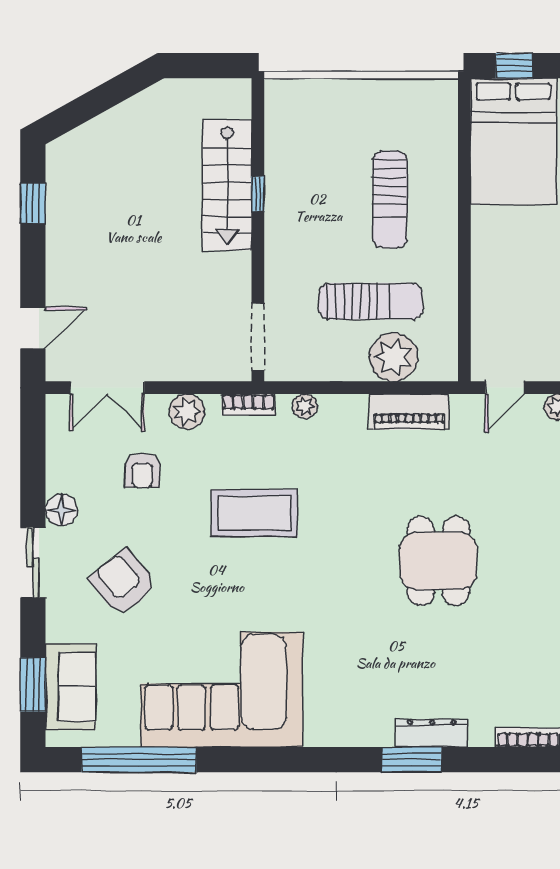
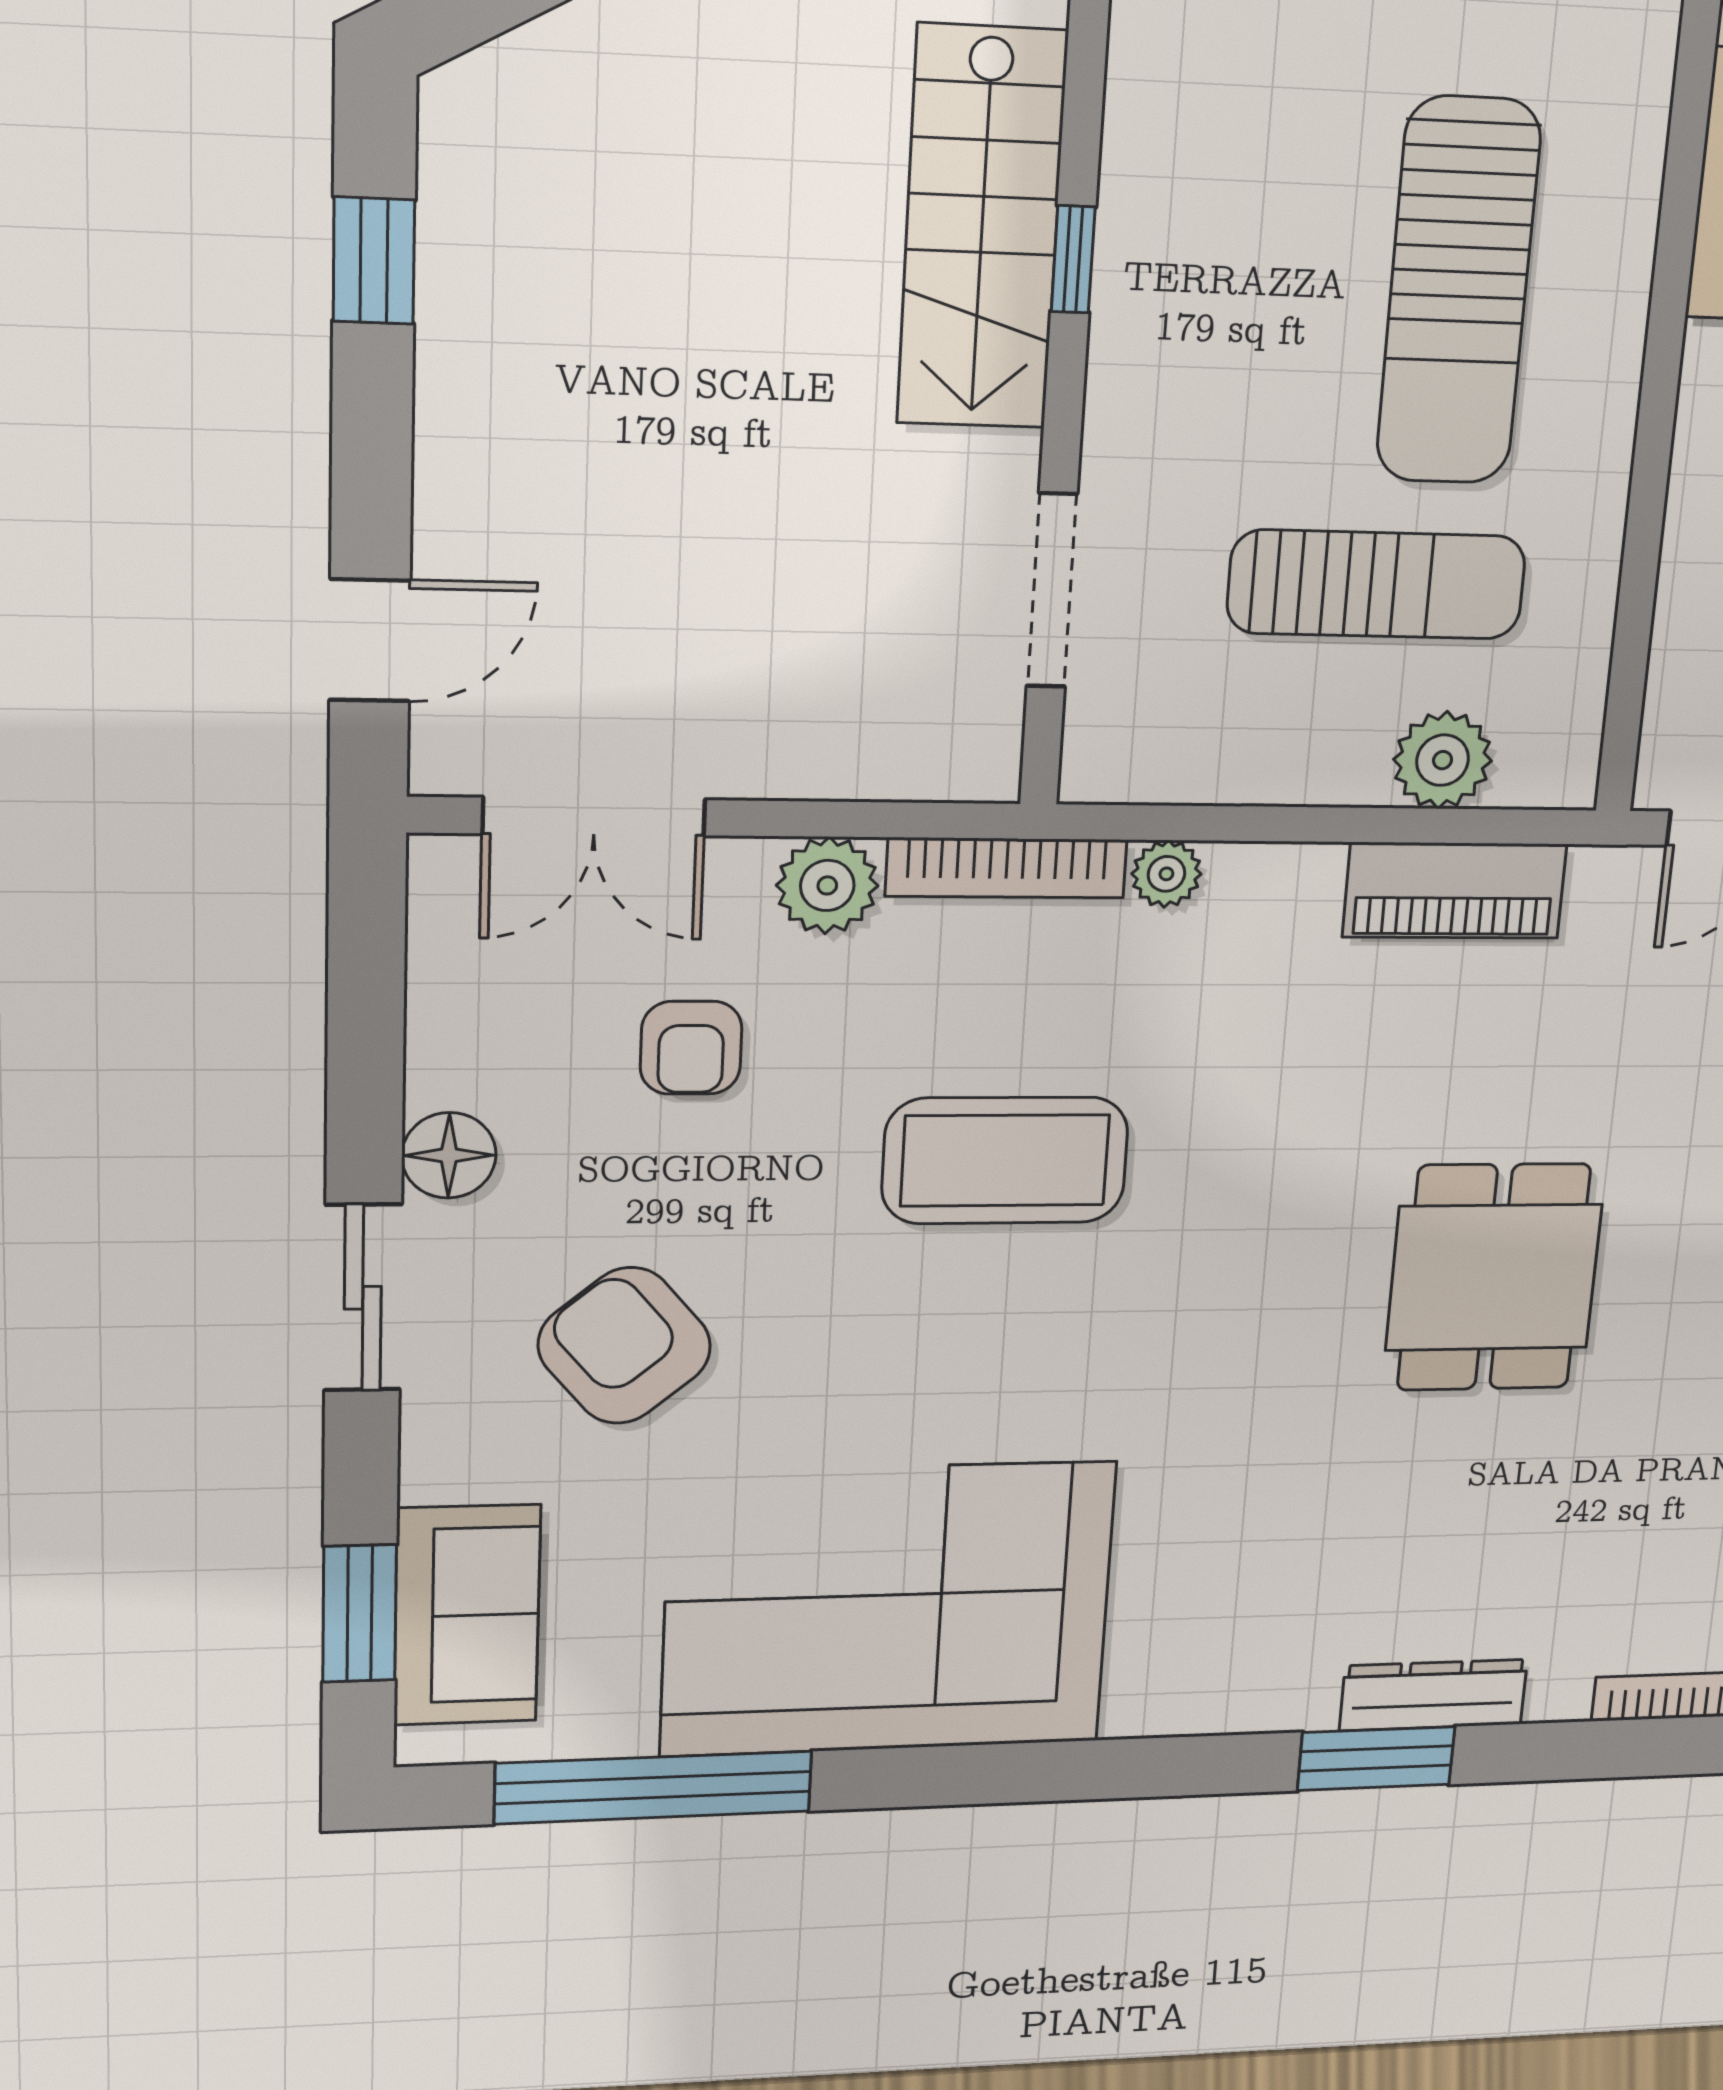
sun lounger: (390, 199) -> (1458, 292), width x1.36, depth x1.34
doorway: (258, 337) -> (1052, 590), moved
plant: (394, 357) -> (1443, 760), width x0.73, depth x0.73
bookcase: (248, 405) -> (1006, 868), width x1.56

